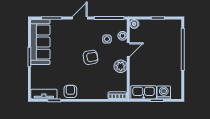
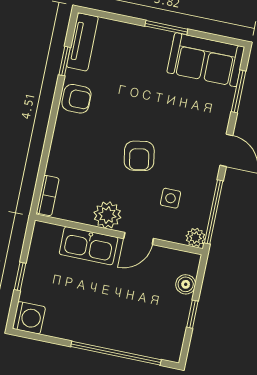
boiler: (134, 24) -> (186, 284), moved
plant: (122, 36) -> (195, 237), moved
sofa: (40, 42) -> (206, 60), width x0.73
door: (128, 50) -> (139, 238), hinge flipped
kitchen sink: (144, 92) -> (89, 246), moved, turned 90
washing machine: (164, 92) -> (29, 318), moved

